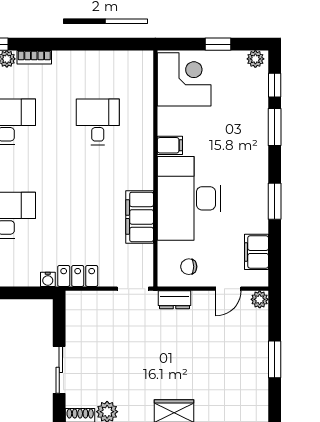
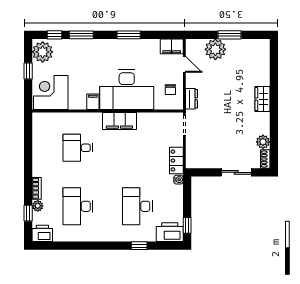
plant: (255, 59) -> (43, 52), width x1.87, depth x1.87
filing cabinet: (140, 217) -> (119, 121), moved
filing cabinet: (256, 252) -> (172, 46), moved
plant: (260, 299) -> (215, 49), moved, width x1.88, depth x1.88

